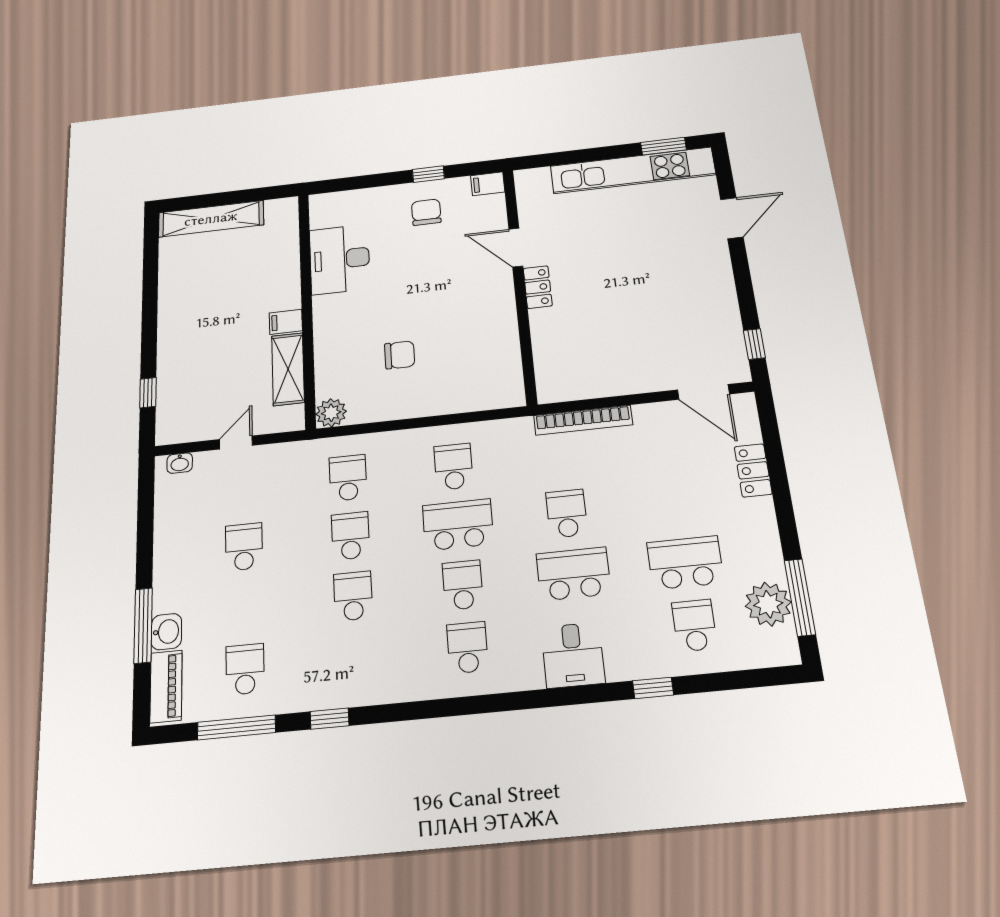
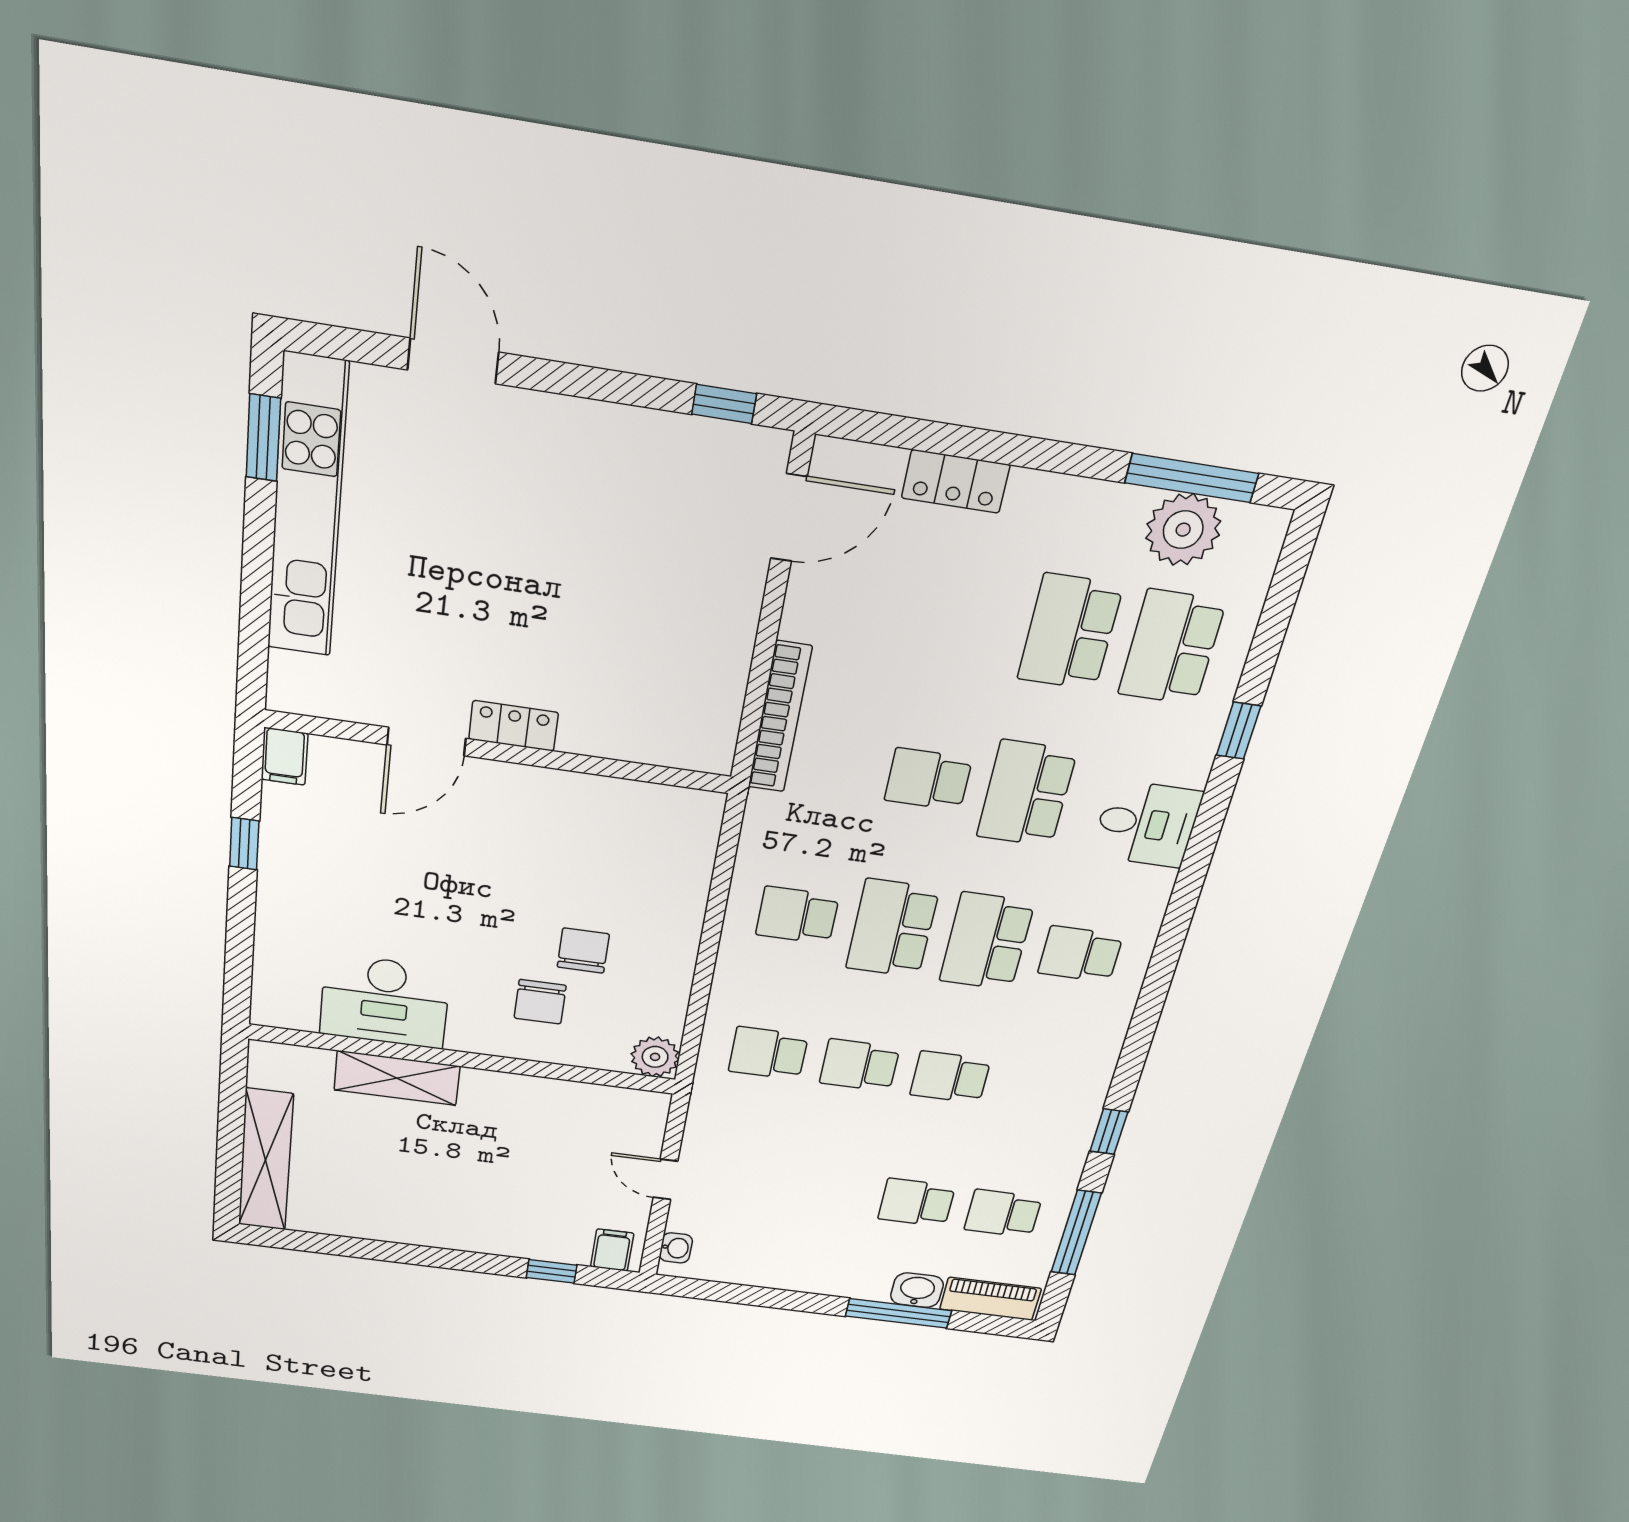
chair: (426, 212) -> (540, 1002), moved, turned -90
filing cabinet: (286, 322) -> (612, 1250), moved, turned 180
shelving: (288, 369) -> (397, 1078), moved
school desk: (244, 547) -> (916, 1203), moved
school desk: (463, 585) -> (987, 941), width x1.85
school desk: (694, 625) -> (1172, 647), width x1.85

